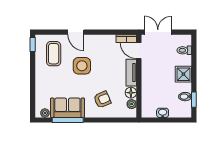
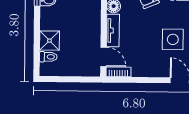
double door: (158, 32) -> (80, 79), removed
shower: (183, 74) -> (49, 41), moved

